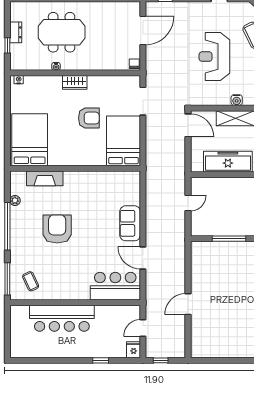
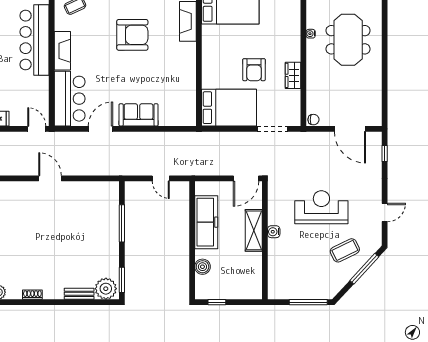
wardrobe: (75, 82) -> (293, 75), moved
fireplace: (72, 293) -> (62, 51), added
door: (143, 328) -> (37, 129), moved

